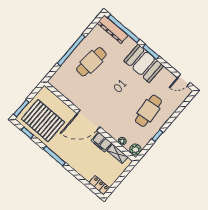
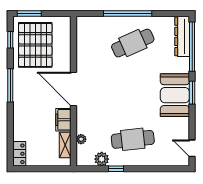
cafe table: (91, 62) -> (133, 43), turned -30
plant: (135, 150) -> (102, 159), moved

